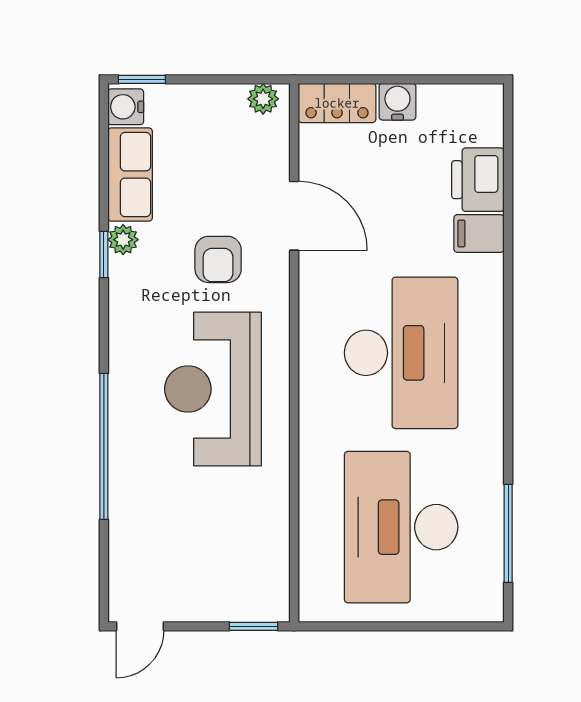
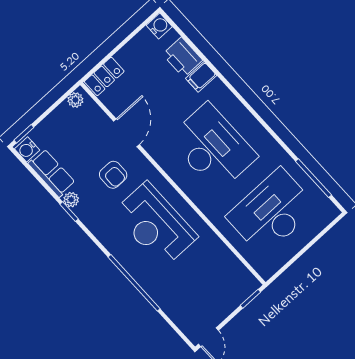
water cooler: (397, 102) -> (159, 26), moved, turned 90
door: (294, 216) -> (126, 133), hinge flipped
desk: (401, 527) -> (272, 212), turned 90

